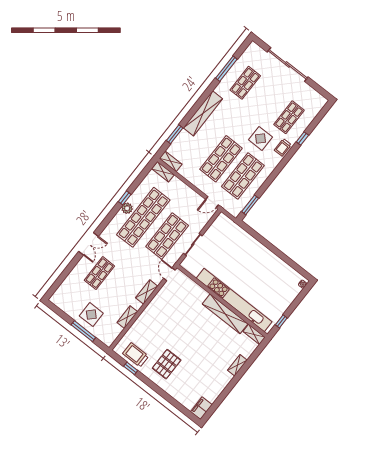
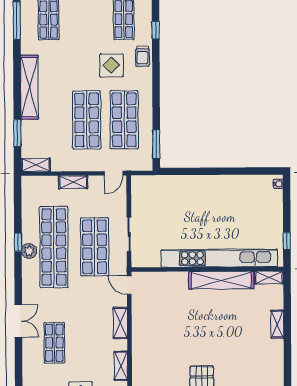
shelving: (163, 172) -> (73, 182), moved

